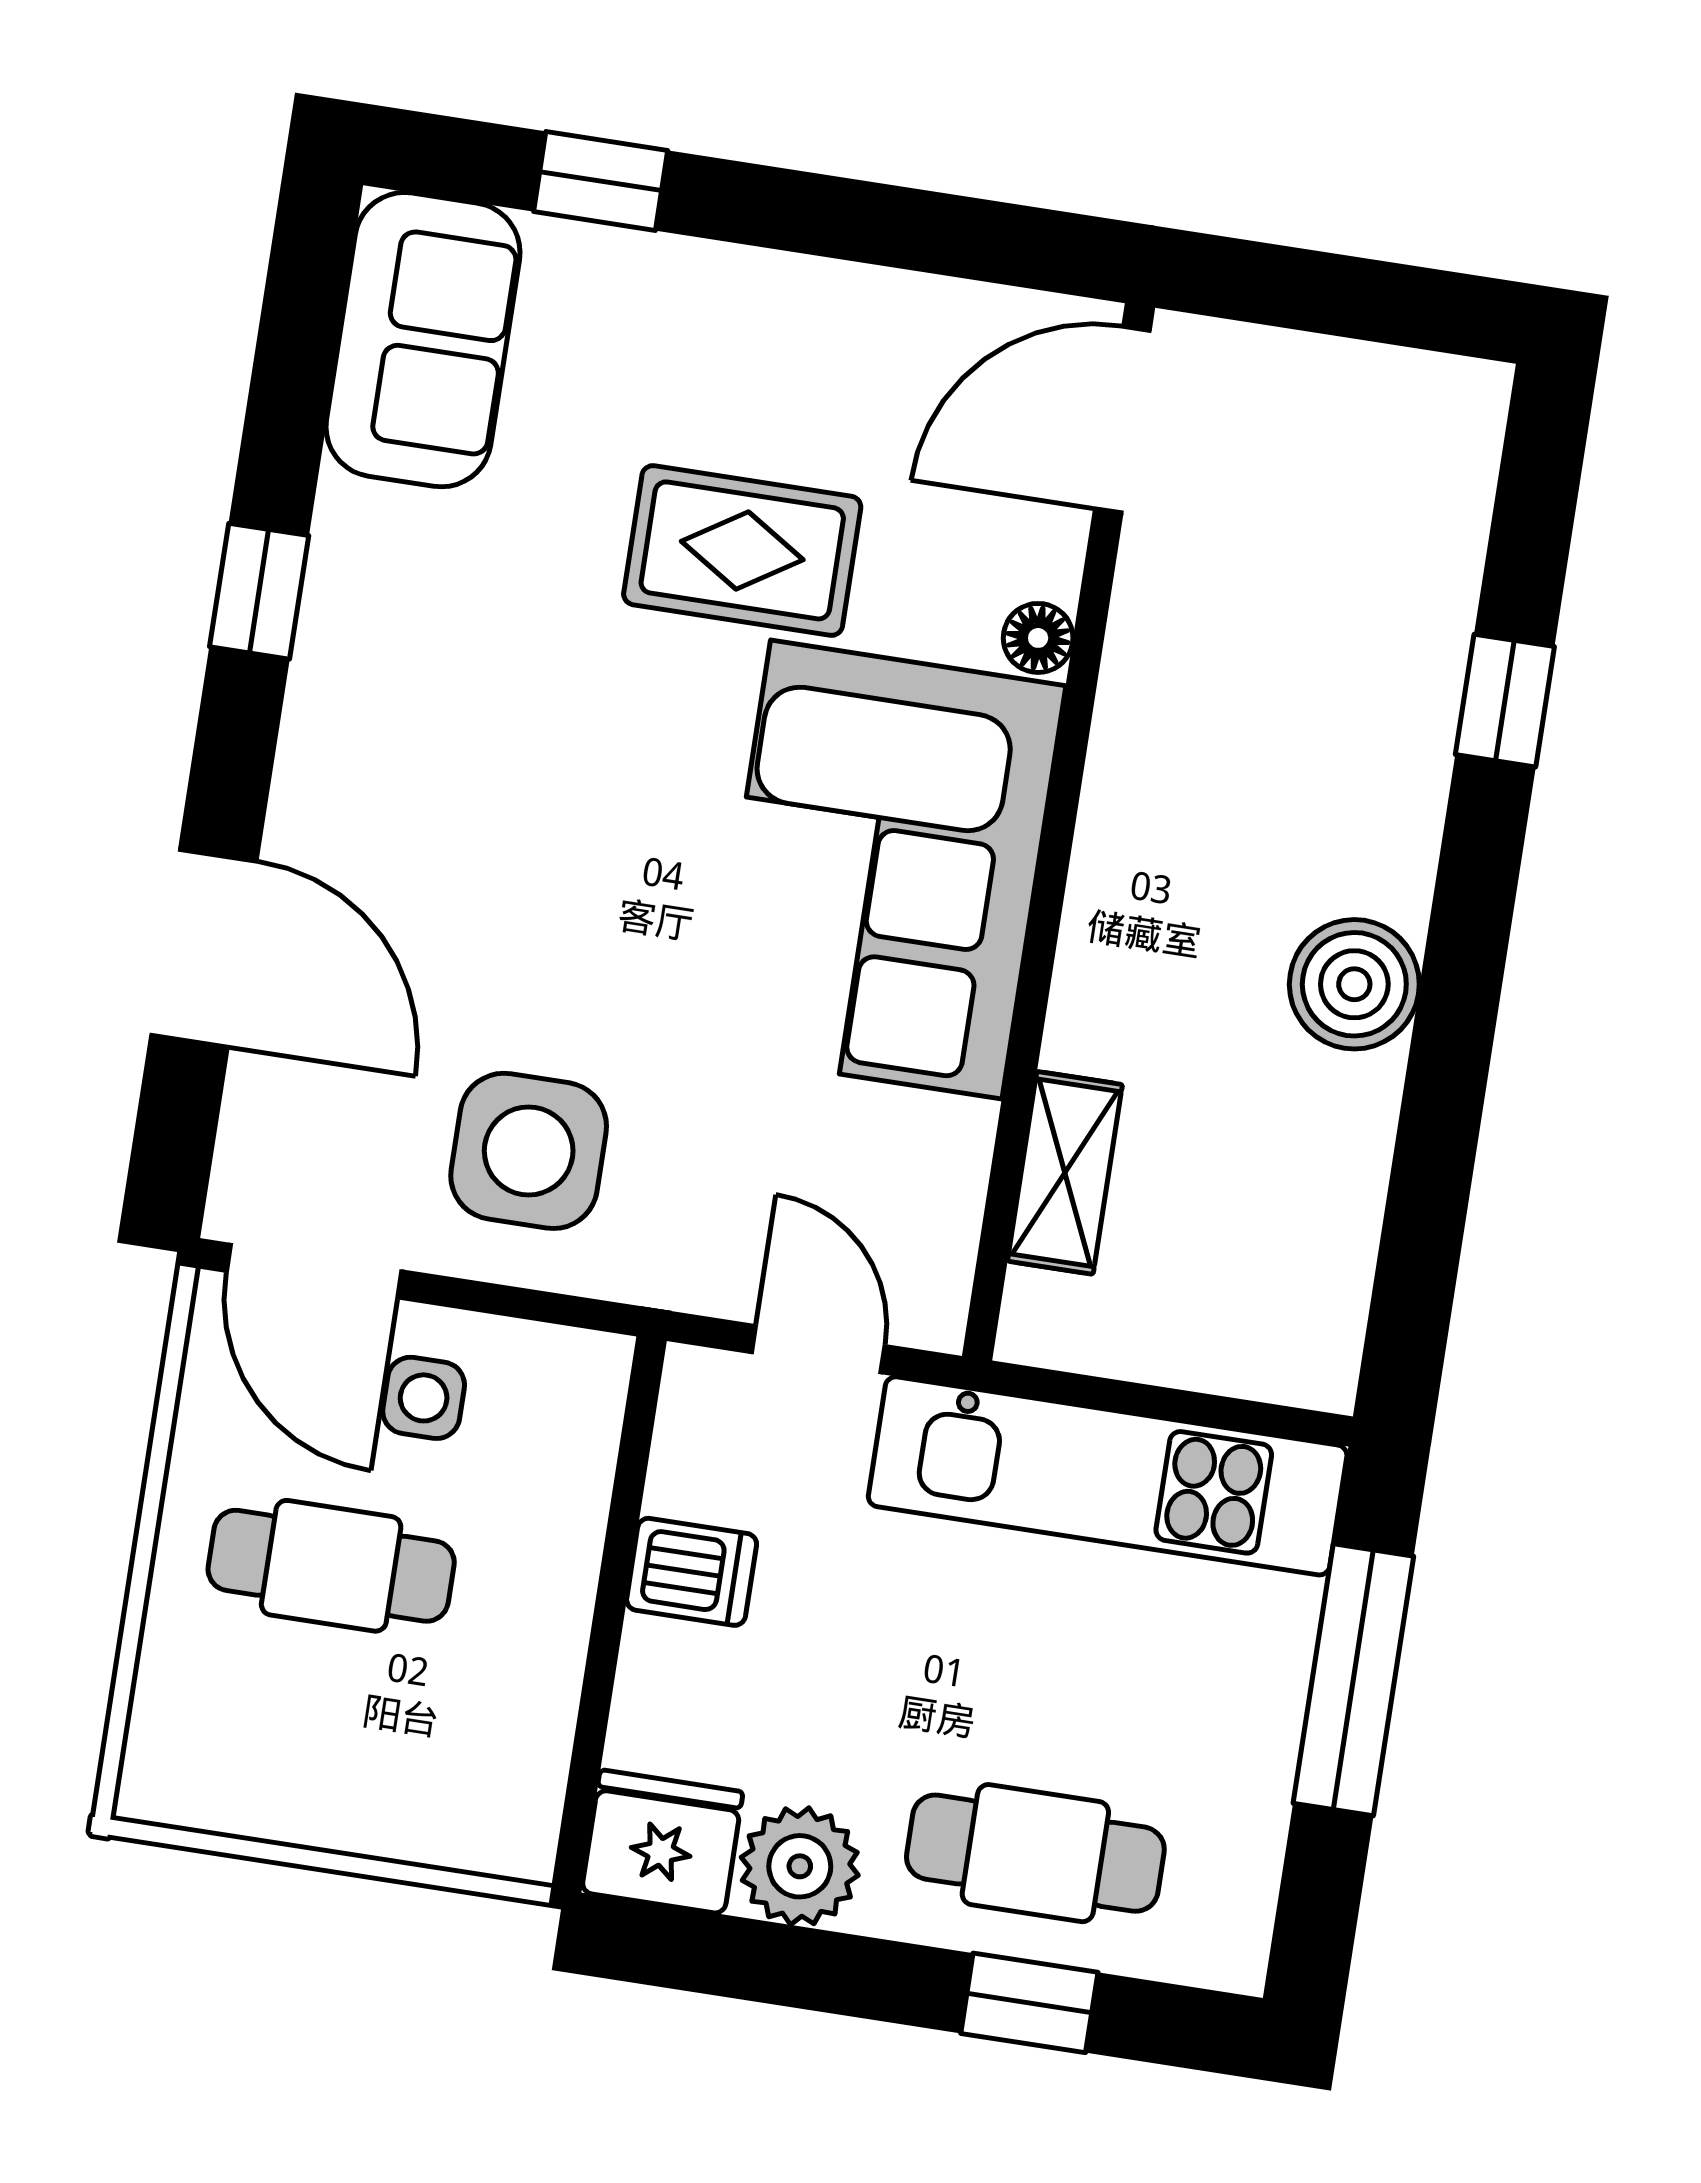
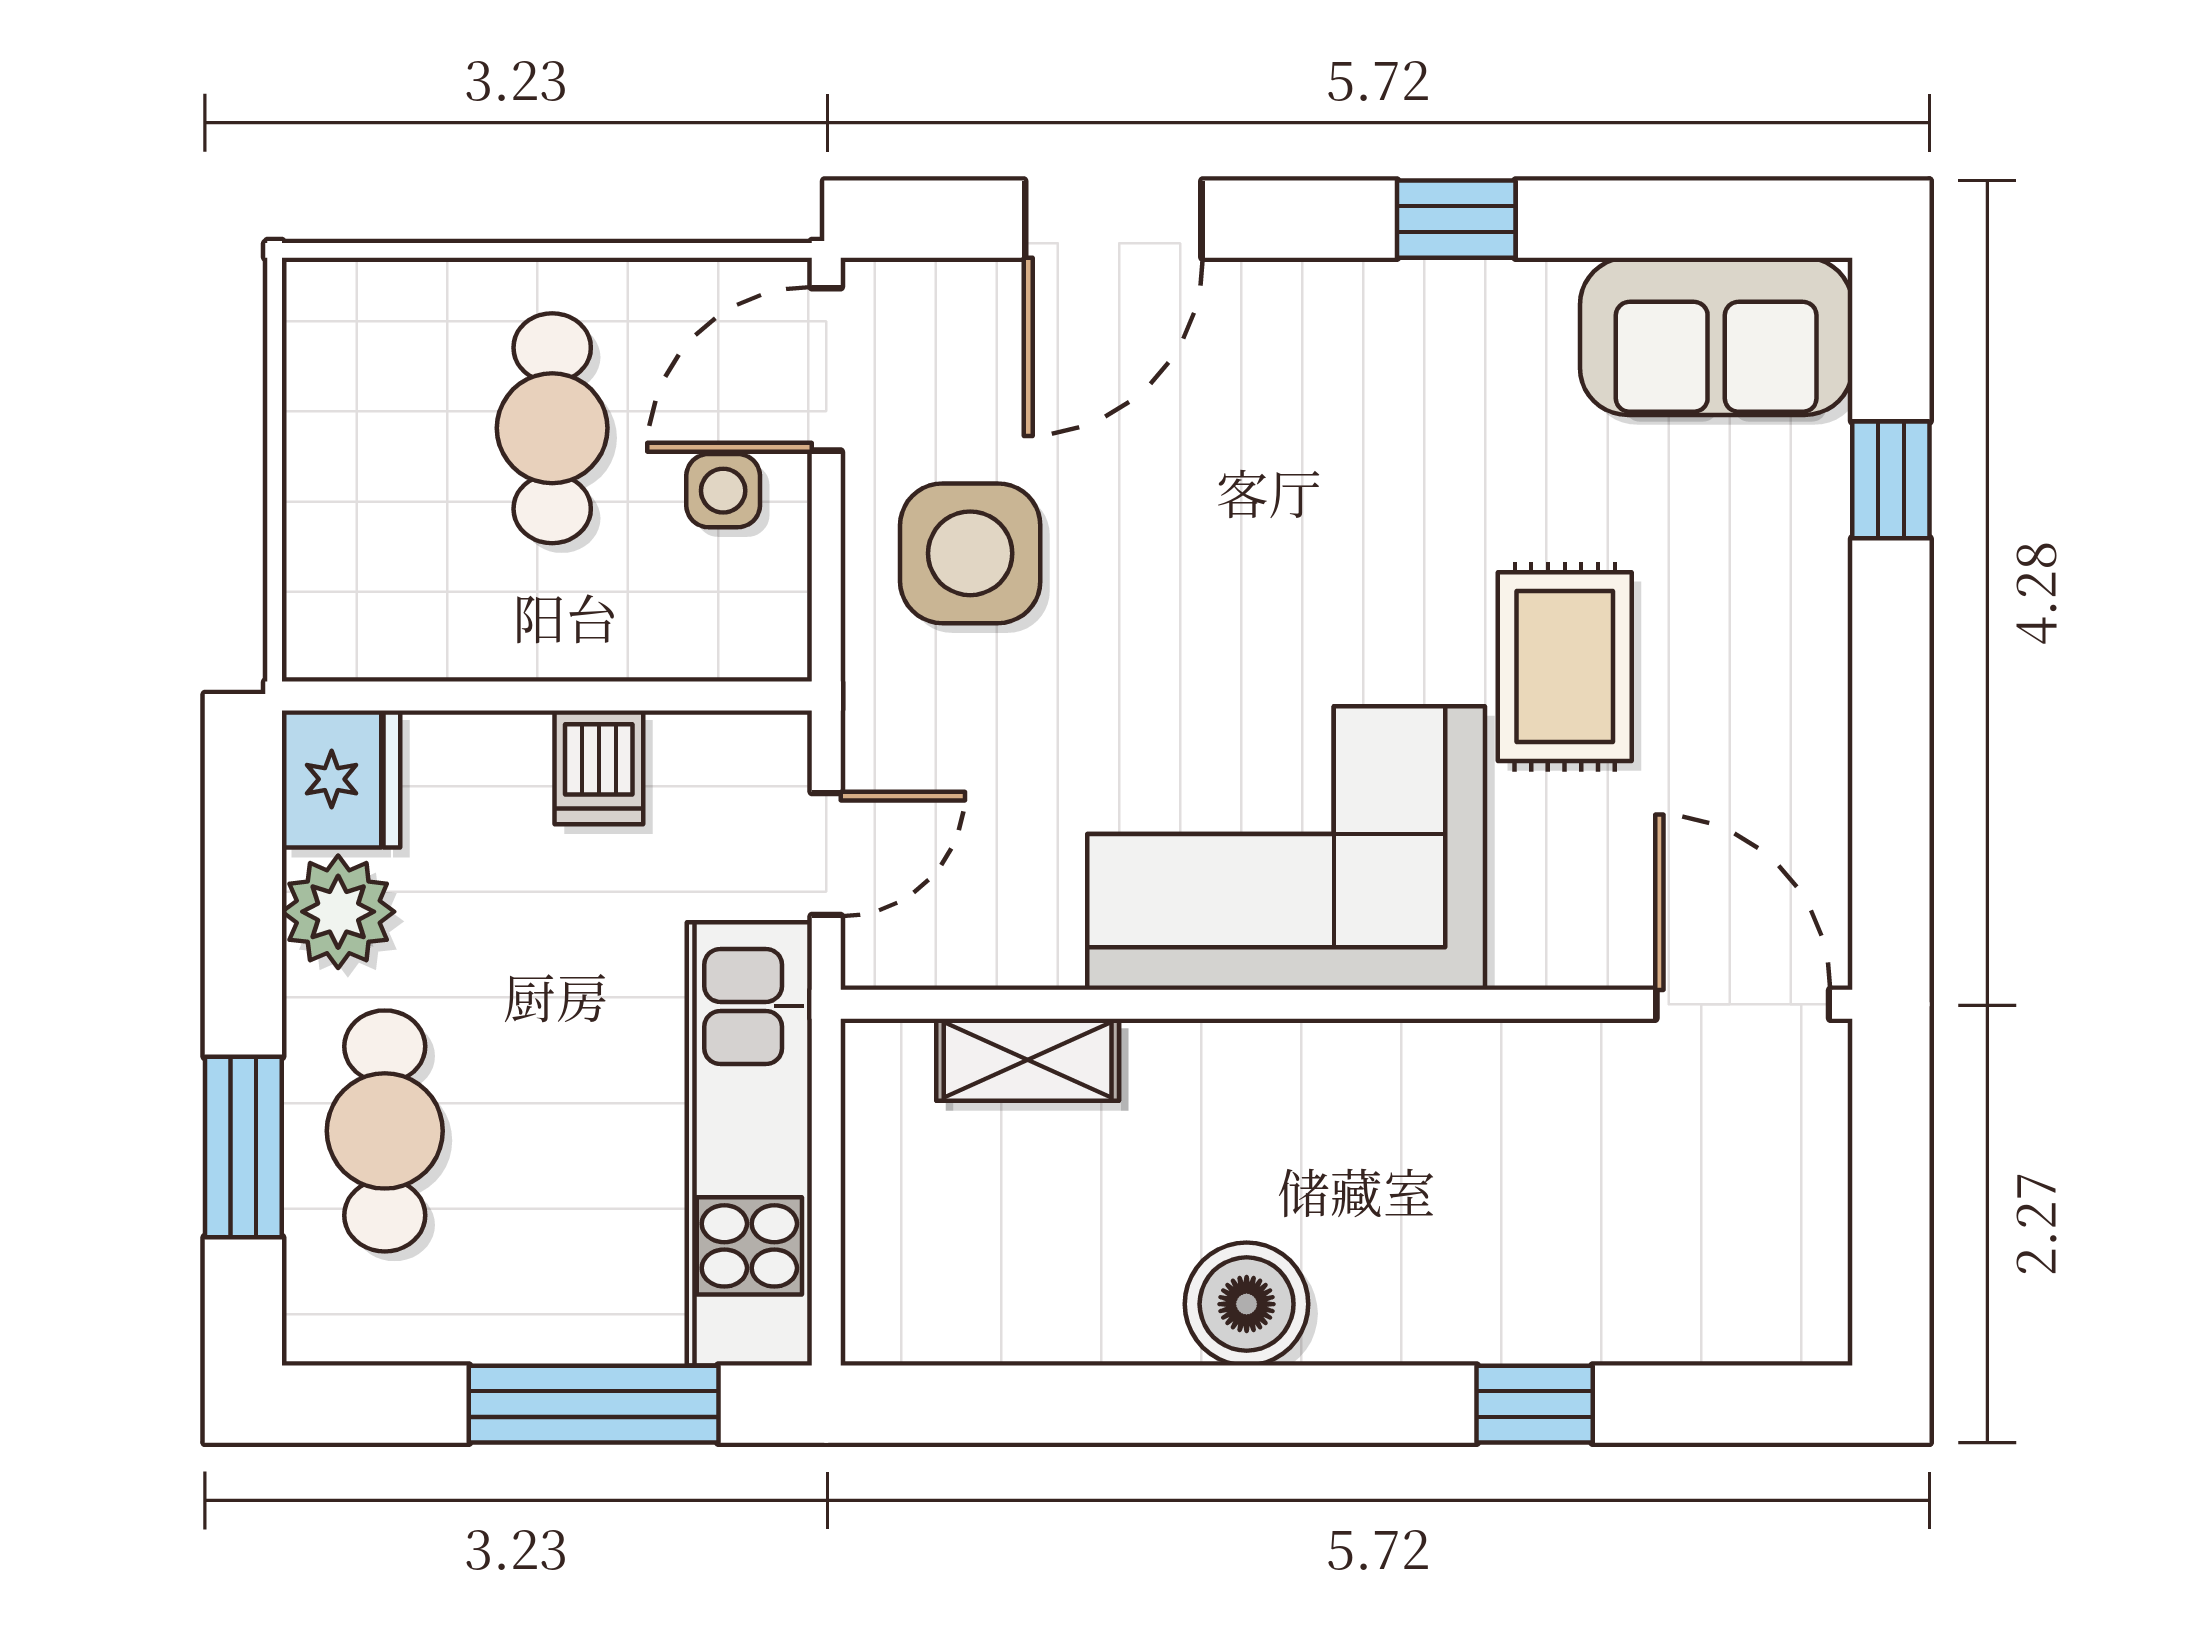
floor lamp: (1038, 638) -> (1526, 957), removed
window: (1029, 2003) -> (243, 1147), width x1.50

